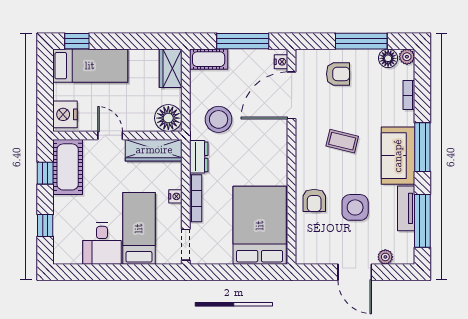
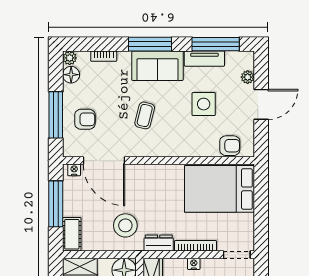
window: (361, 41) -> (56, 115), moved
armchair: (338, 74) -> (85, 119), turned 90
armchair: (314, 200) -> (230, 146), moved

